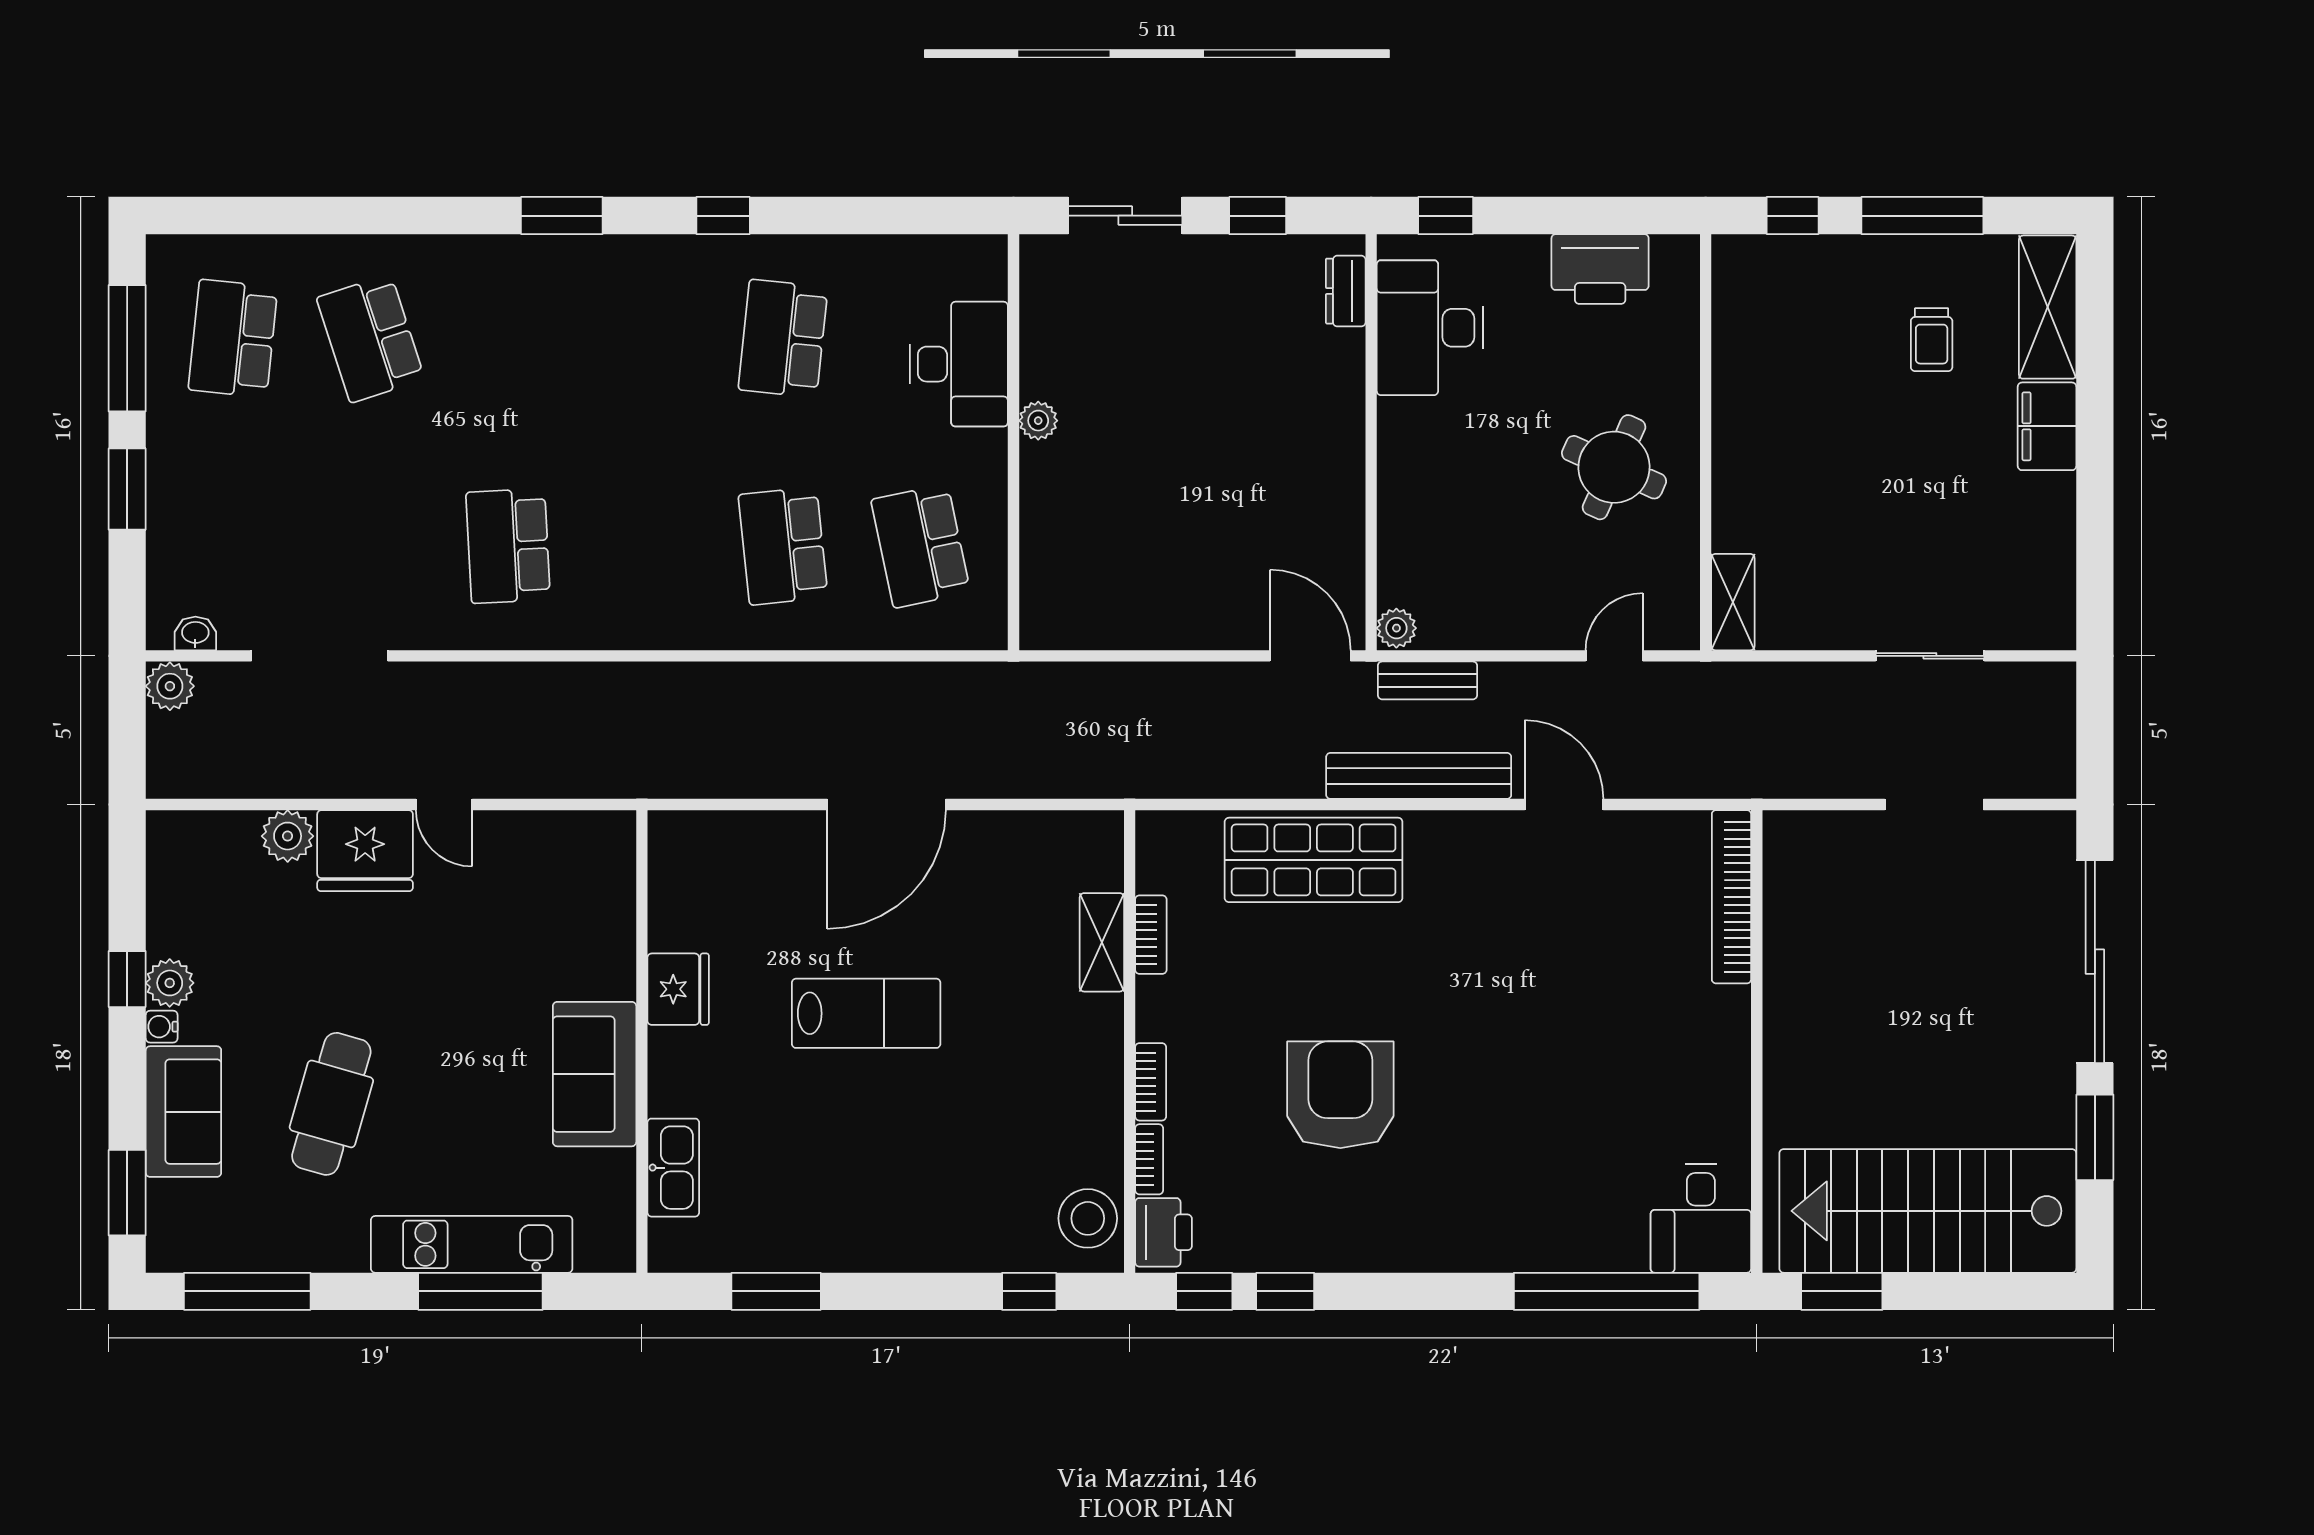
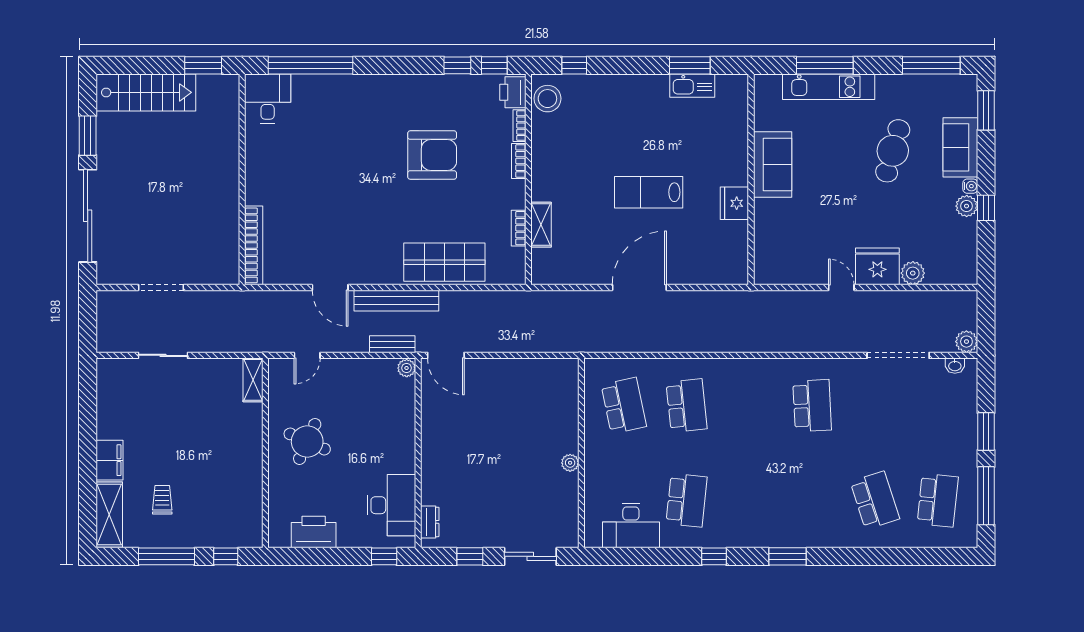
desk: (959, 364) -> (631, 526), moved, turned -90
armchair: (1340, 1095) -> (432, 155), turned -90
kitchen sink: (673, 1168) -> (692, 86), moved, turned -90
stairs: (1928, 1211) -> (146, 92), width x0.73, depth x0.66

